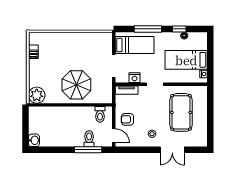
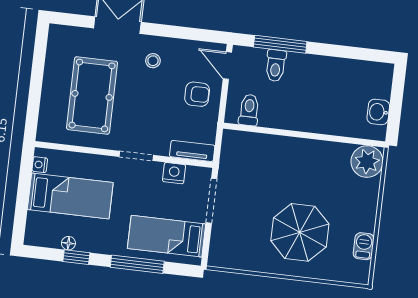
parasol: (76, 85) -> (300, 232), moved
washbasin: (34, 140) -> (378, 112), moved

